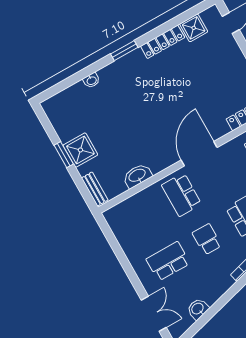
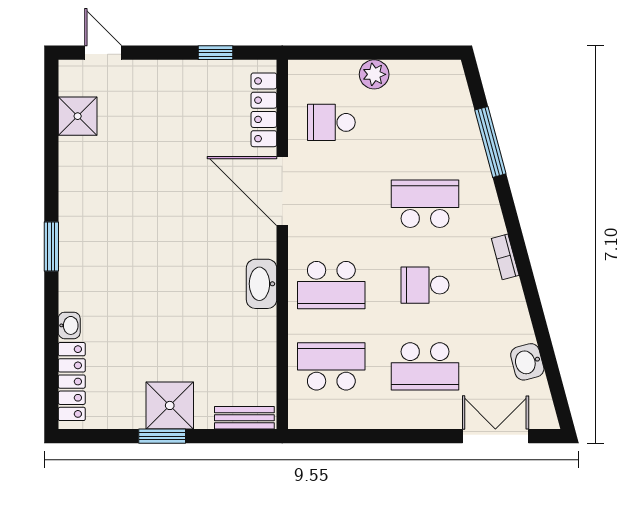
locker: (163, 42) -> (72, 382), moved
door: (199, 154) -> (282, 191), moved
washbasin: (137, 176) -> (262, 284), moved
school desk: (143, 217) -> (331, 366), added
school desk: (168, 261) -> (425, 366), turned -90

